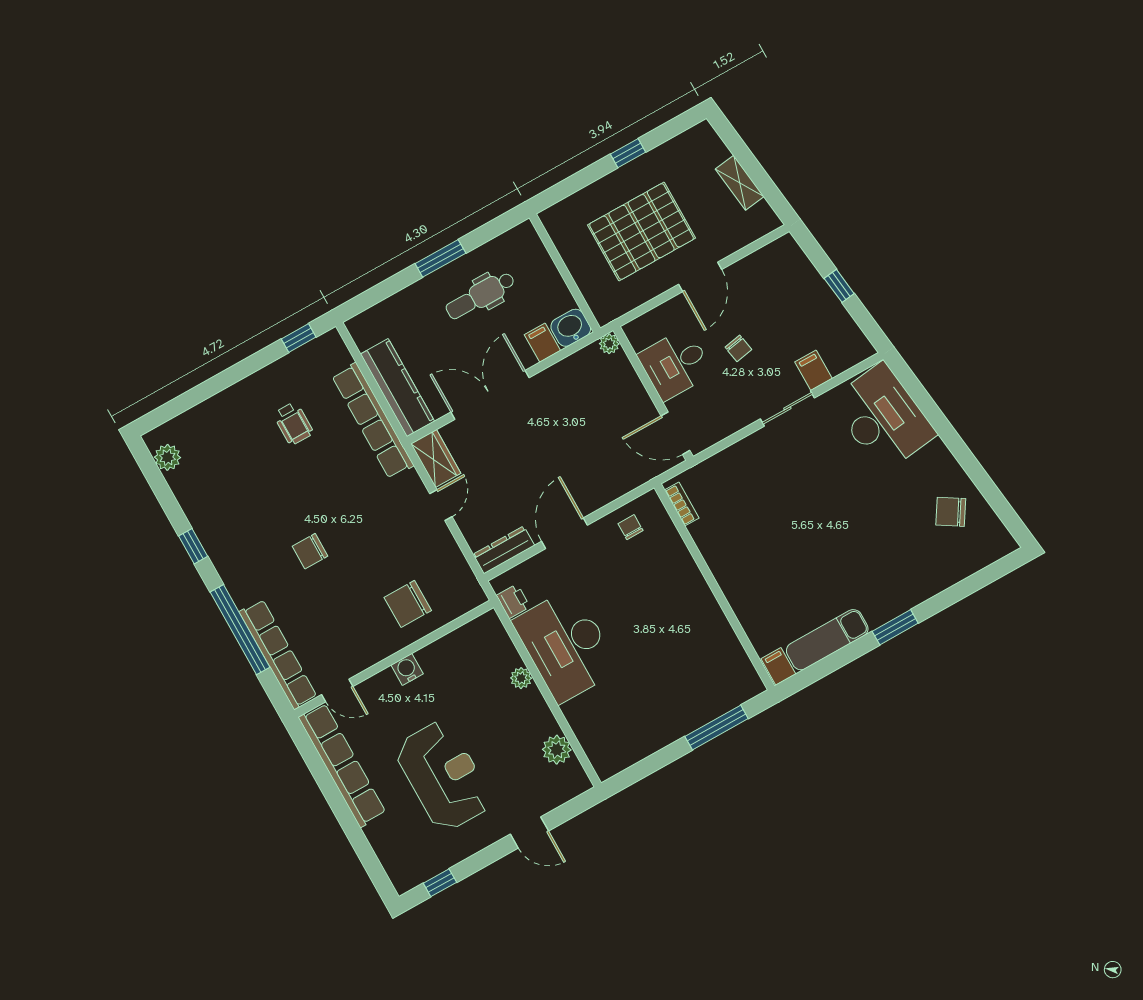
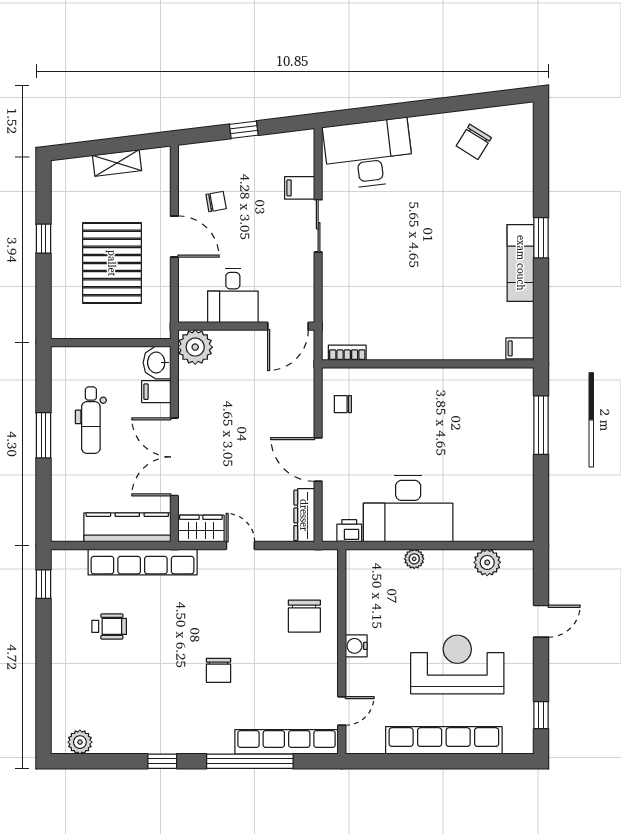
plant: (609, 344) -> (195, 347), width x1.87, depth x1.87
chair: (738, 348) -> (216, 202), moved
exam couch: (827, 640) -> (521, 263), moved
row of seats: (342, 765) -> (444, 740), moved

